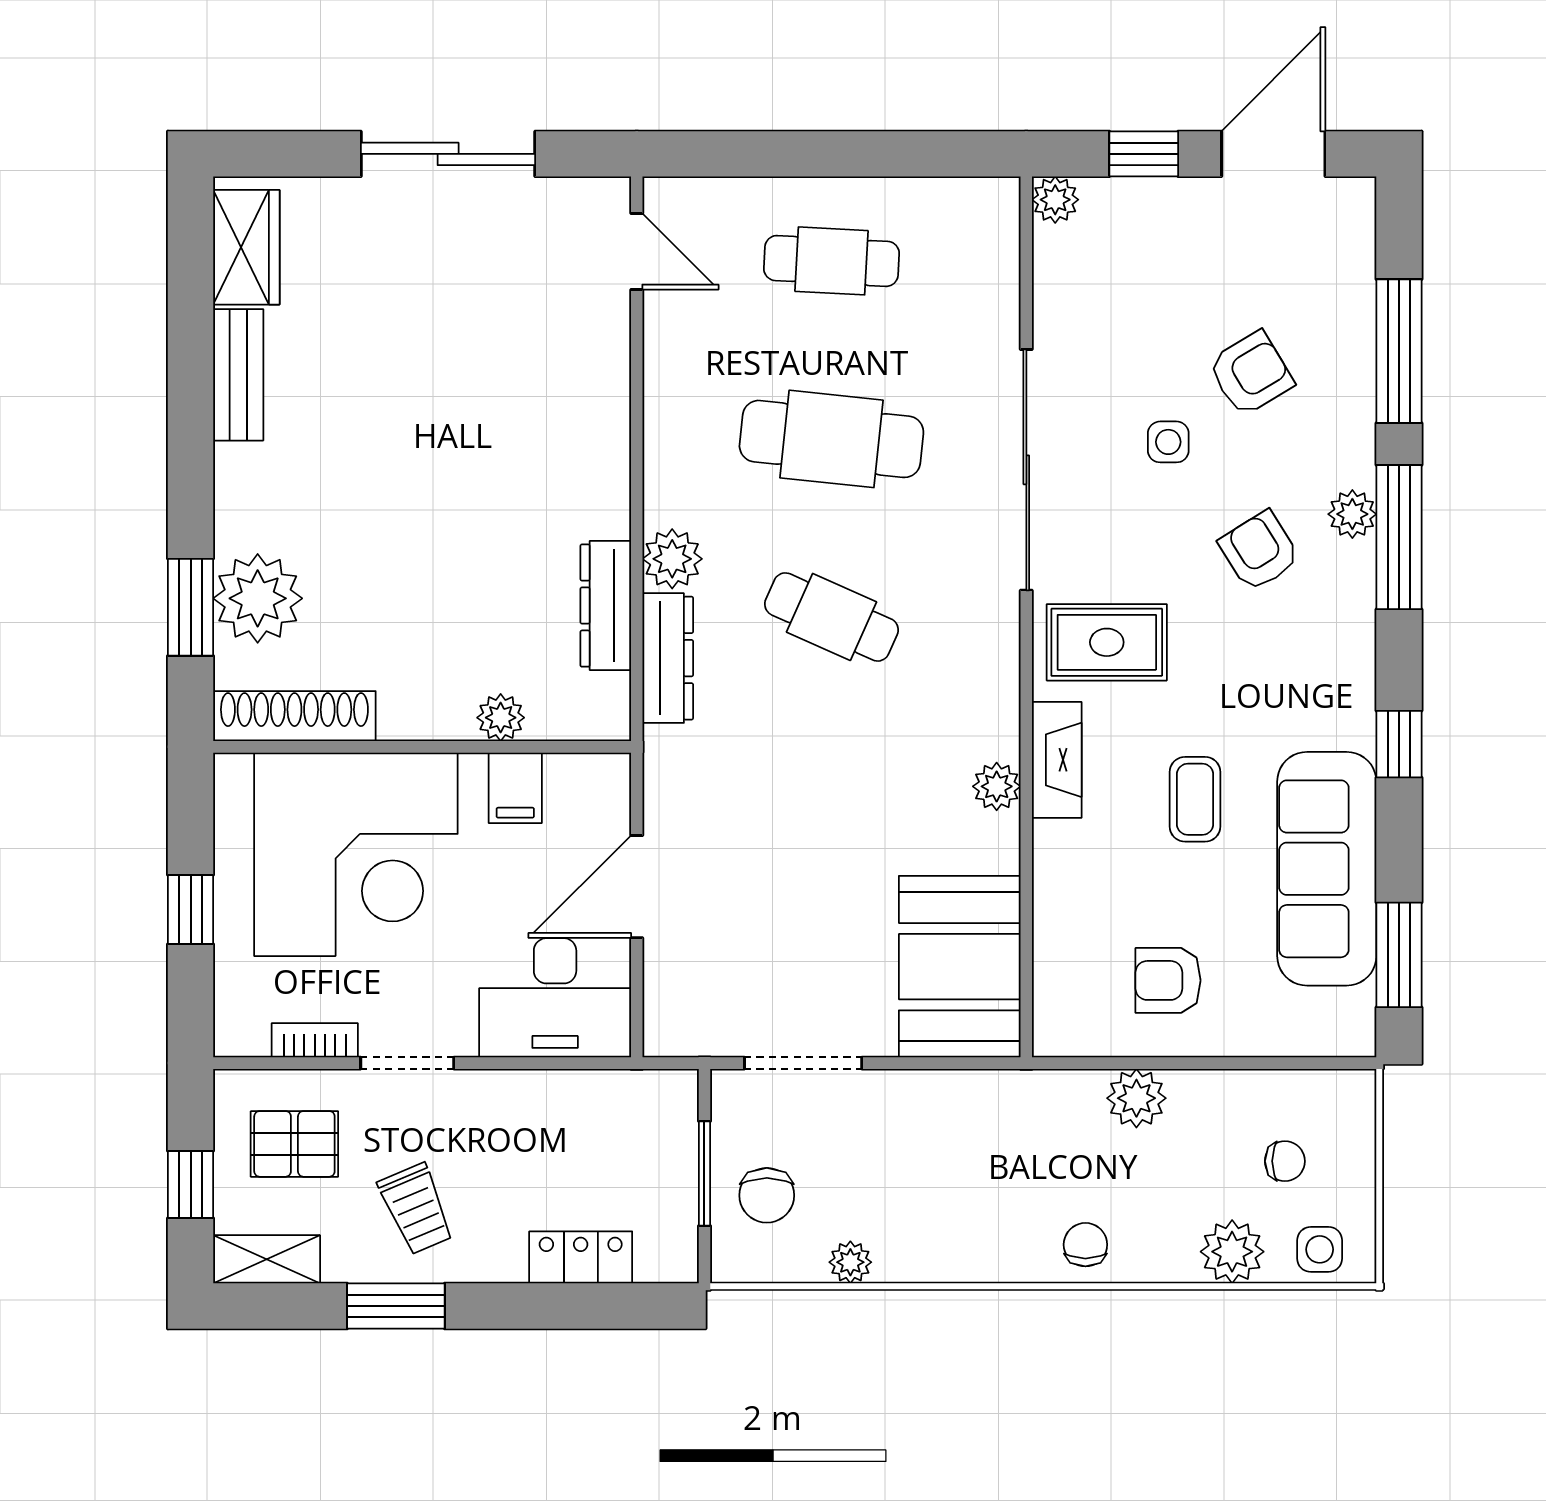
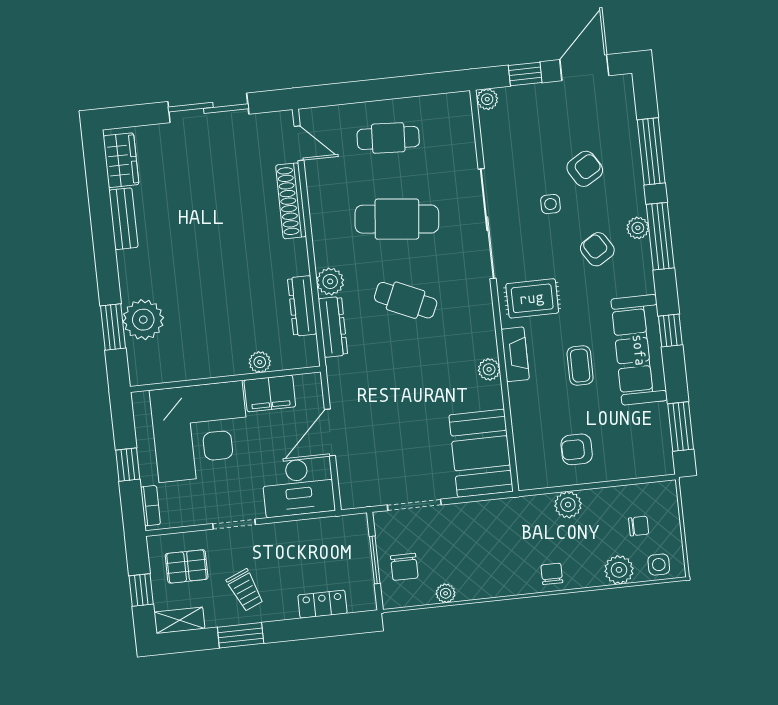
shoe rack: (294, 716) -> (291, 201), moved, turned -90
filing cabinet: (515, 788) -> (270, 393), width x2.00
sofa: (1327, 869) -> (639, 350), moved
bookcase: (315, 1040) -> (150, 506), moved, turned 90

